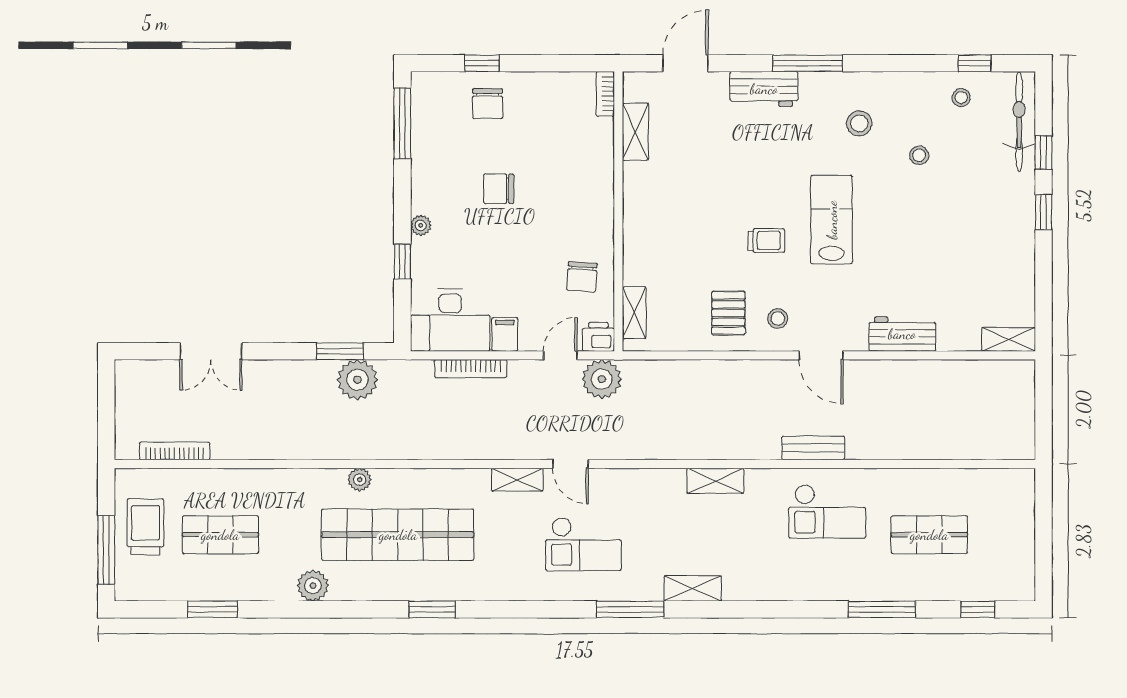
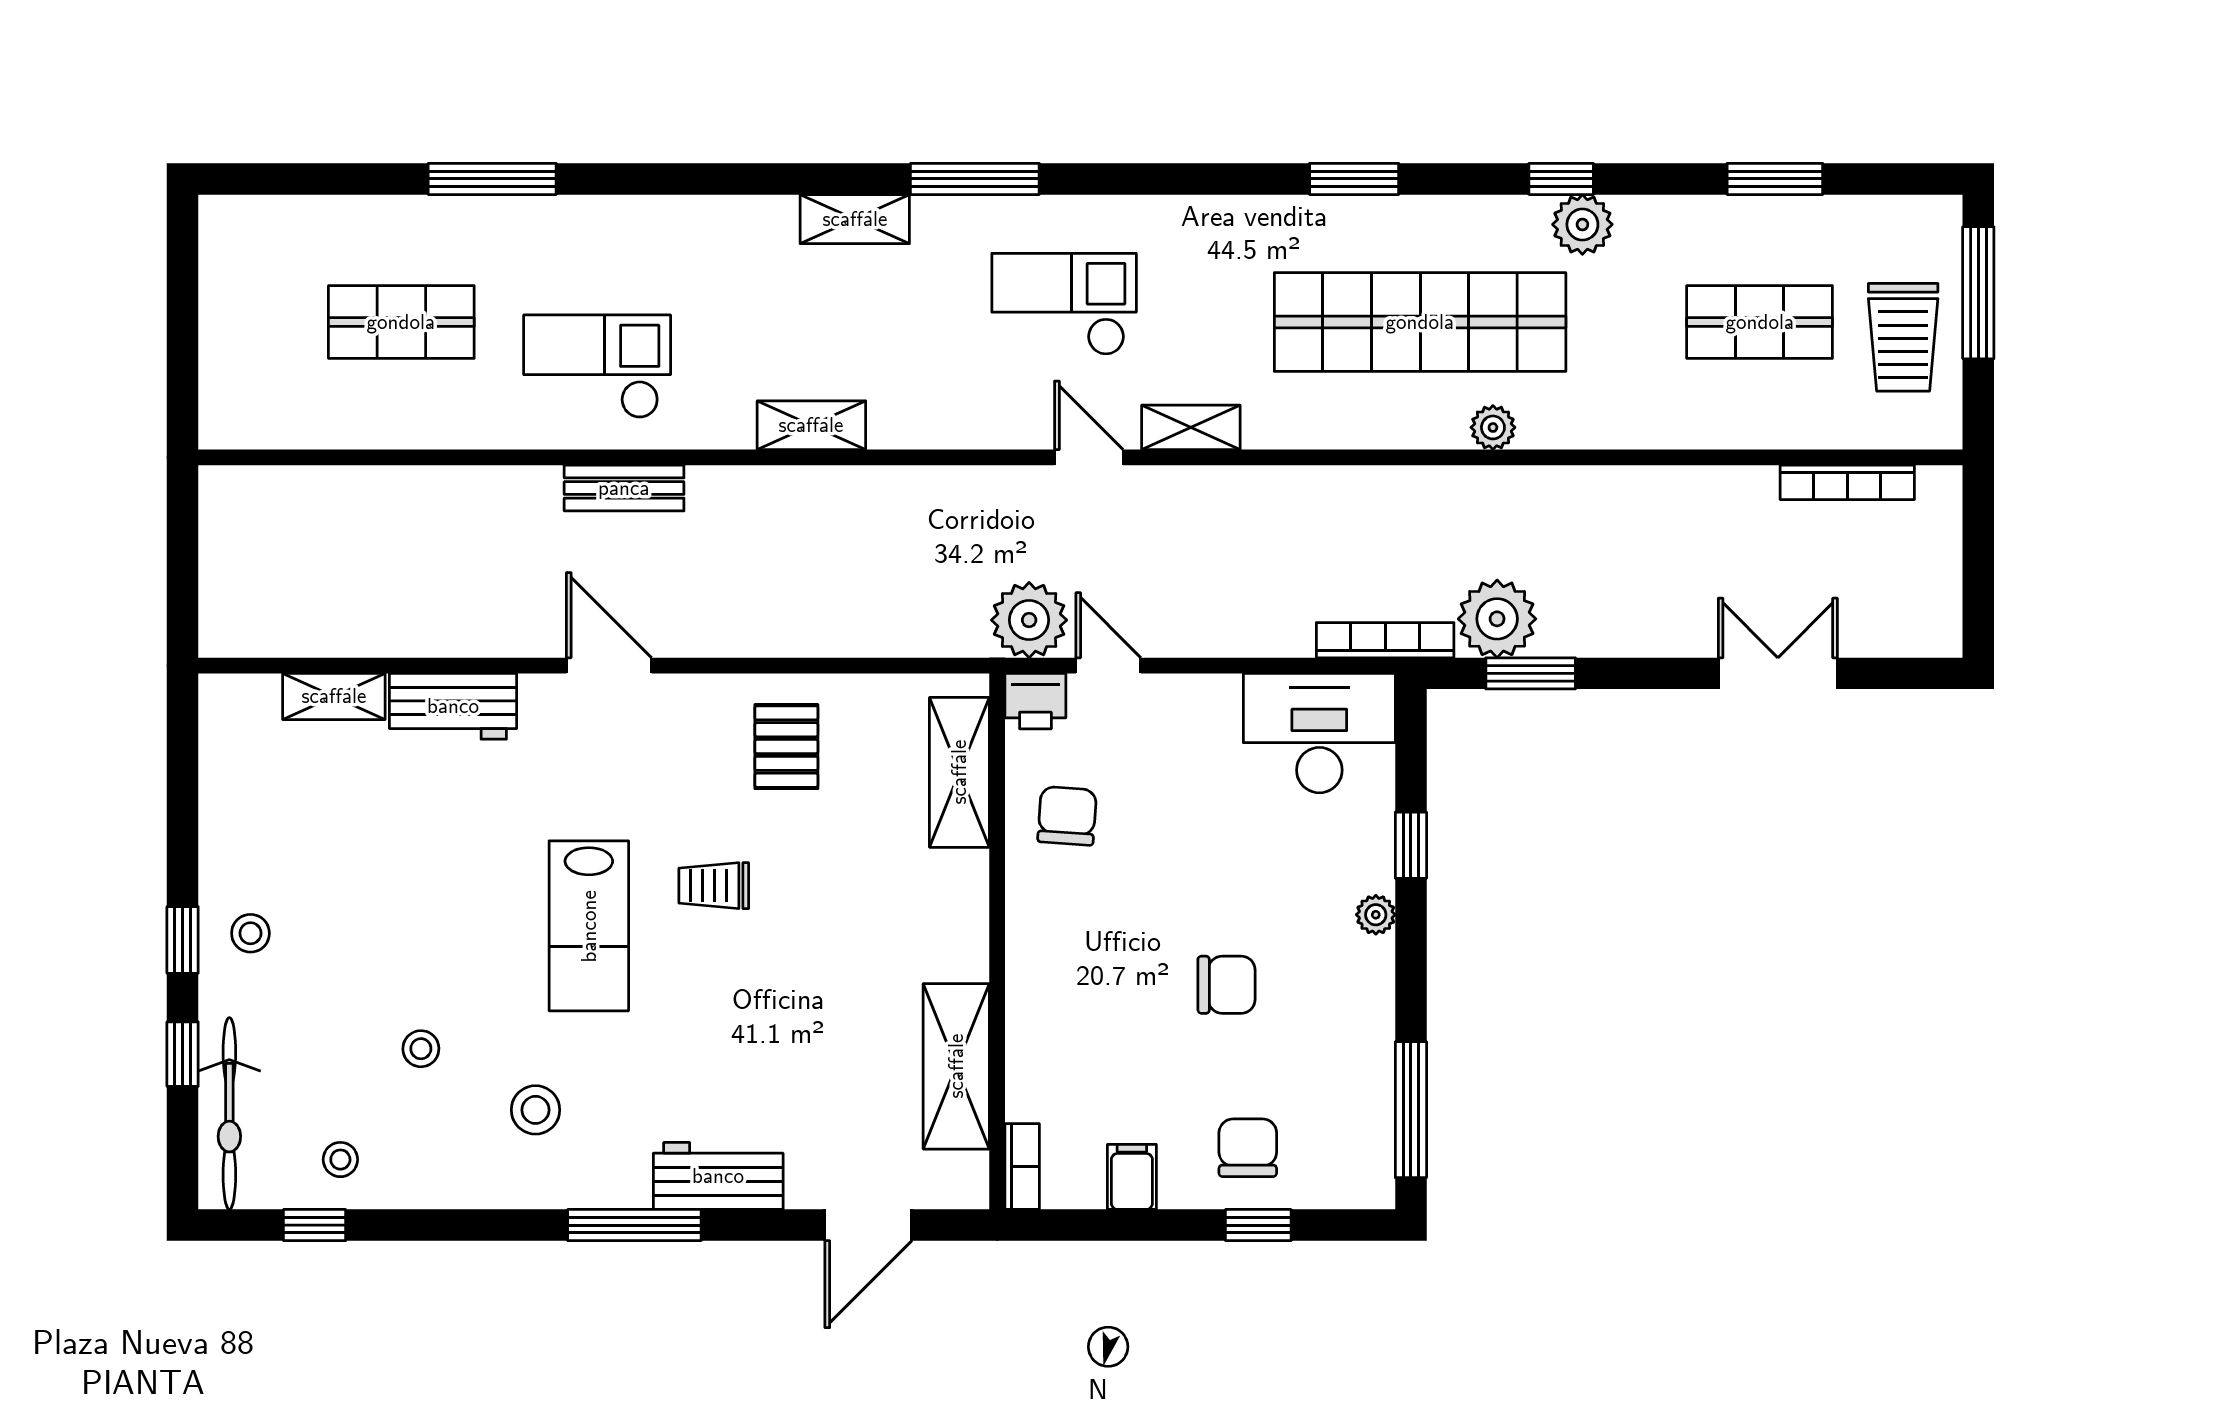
shelving: (635, 132) -> (956, 1066), width x1.50, depth x1.33
shelving: (634, 313) -> (959, 772), width x1.50, depth x1.33
stool: (778, 318) -> (250, 933), moved
filing cabinet: (505, 334) -> (1132, 1177), moved, turned 180
shelving: (1009, 339) -> (334, 696), moved
door: (560, 355) -> (1108, 666), swing flipped
bookcase: (471, 369) -> (1385, 640), moved
window: (978, 609) -> (1561, 179), moved

